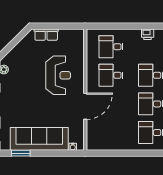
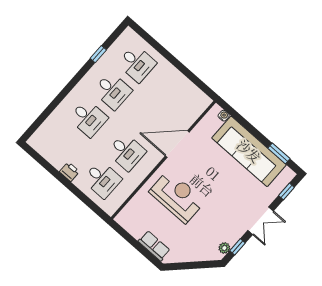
printer: (148, 34) -> (69, 172), moved
reception desk: (58, 75) -> (177, 196), turned 90

